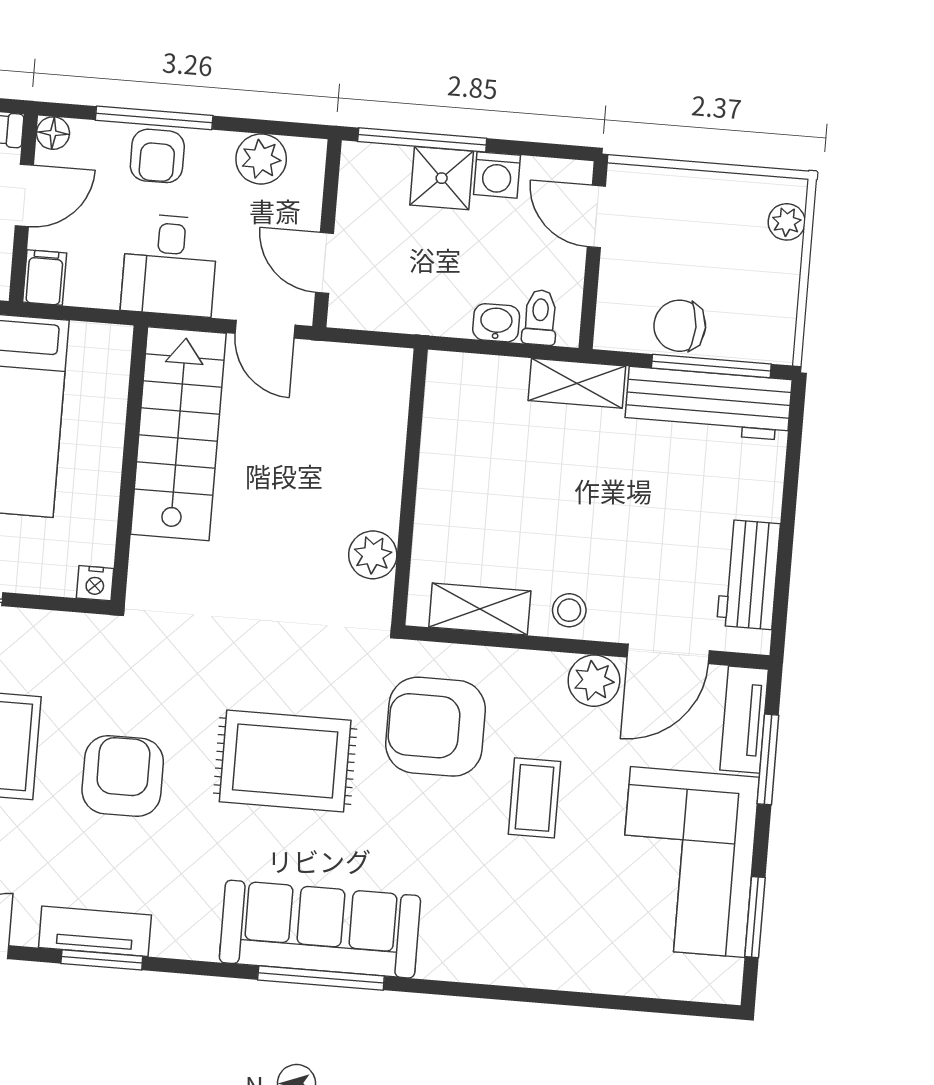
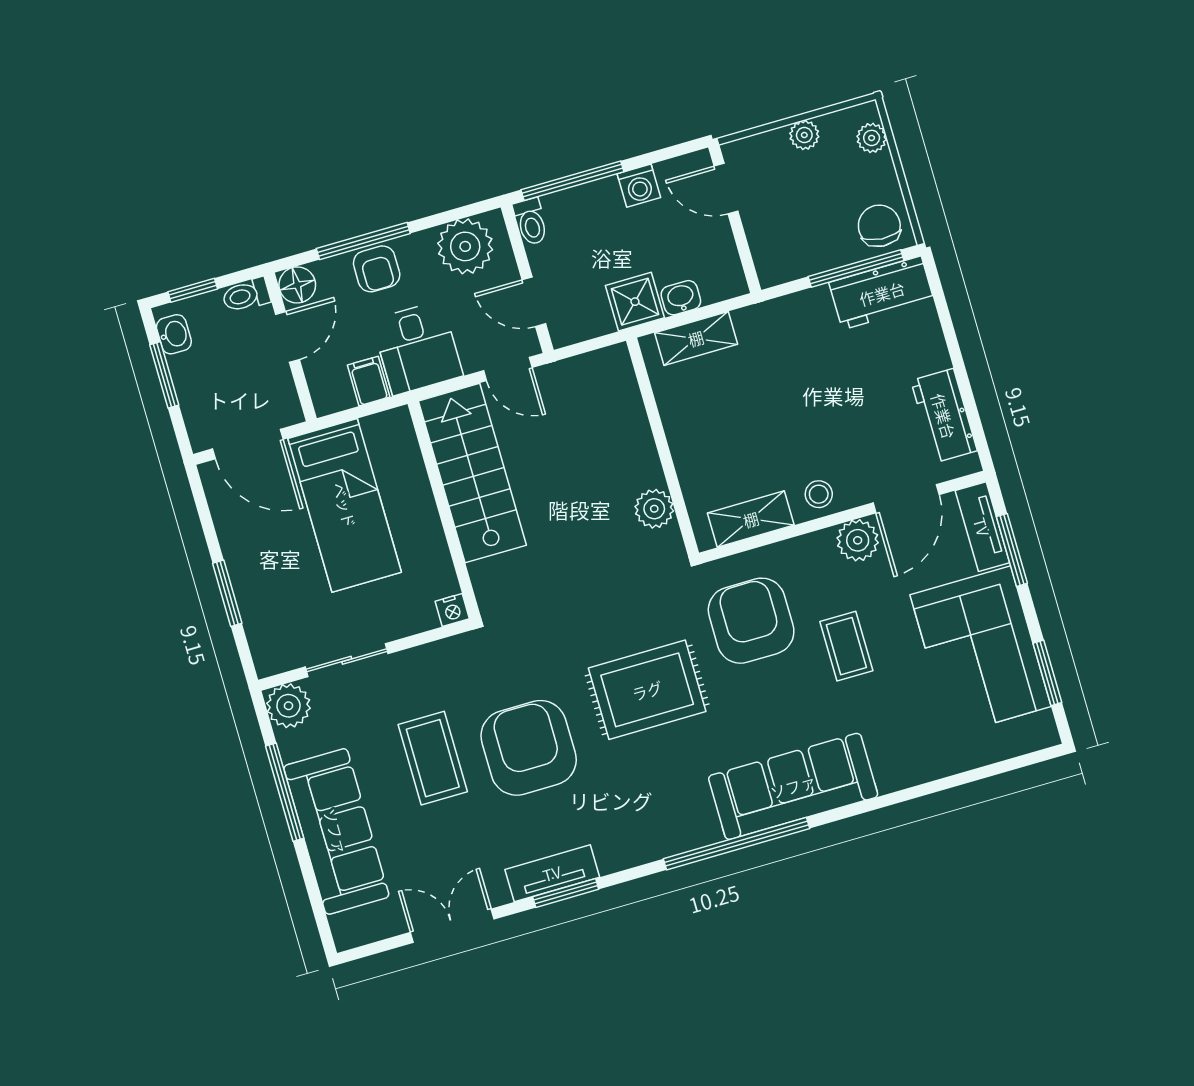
floor lamp: (53, 133) -> (297, 285), width x1.37, depth x1.37
plant: (261, 159) -> (465, 246), width x1.36, depth x1.36
shower: (442, 178) -> (635, 302), moved
plant: (710, 189) -> (804, 135), added
filing cabinet: (45, 278) -> (369, 381), moved
toilet: (540, 317) -> (531, 222), moved, turned 180
chair: (680, 326) -> (879, 226), moved, turned 94
shelving: (577, 383) -> (696, 338), moved
workbench: (708, 403) -> (882, 293), width x0.73
armchair: (436, 727) -> (751, 621), turned 90
armchair: (123, 776) -> (529, 748), width x1.36, depth x1.36
sofa: (320, 929) -> (793, 786), moved
window: (321, 978) -> (737, 844), width x1.46

